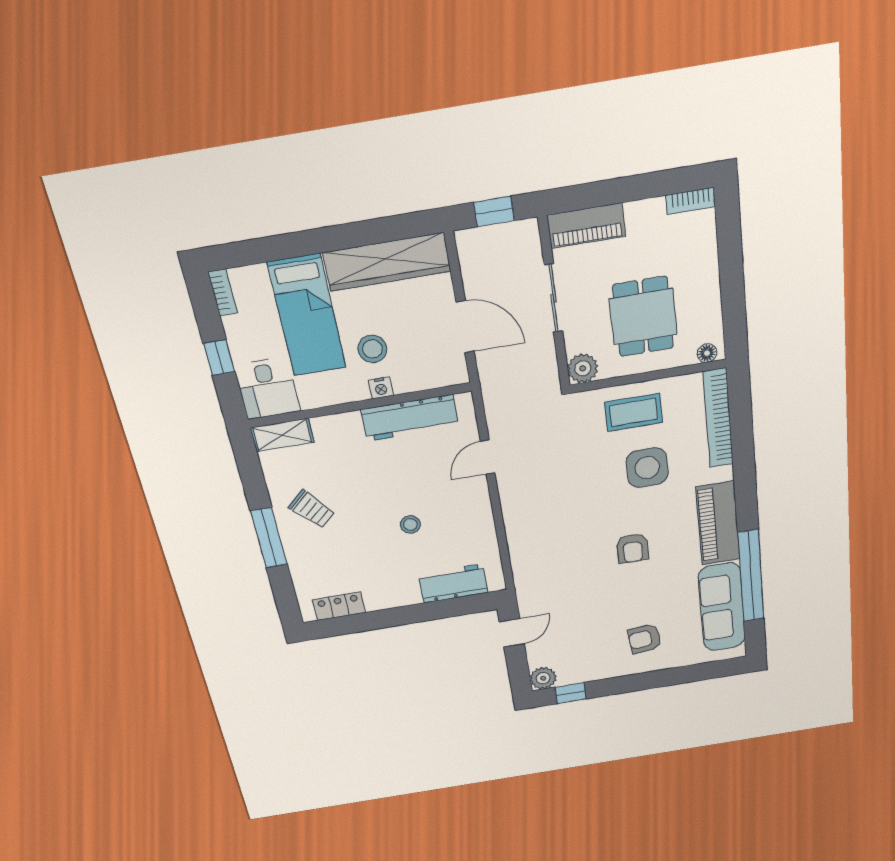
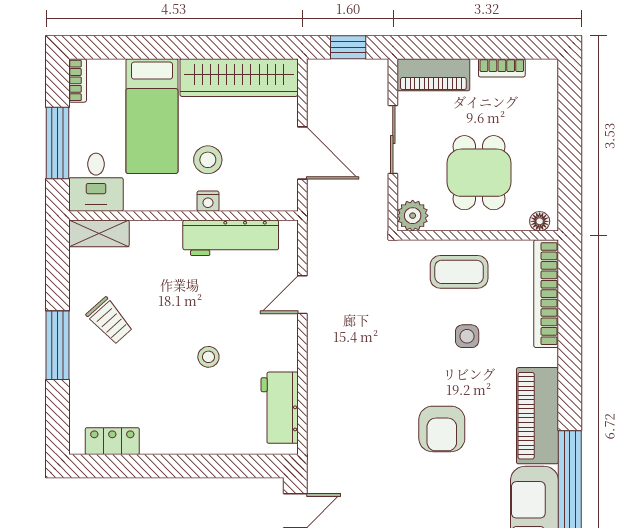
bookcase: (691, 201) -> (502, 68), moved
window: (219, 358) -> (58, 143), width x2.17
side table: (647, 468) -> (467, 336), width x0.54, depth x0.54
armchair: (633, 548) -> (442, 429), width x1.38, depth x1.38
workbench: (453, 584) -> (280, 408), moved, turned -90

